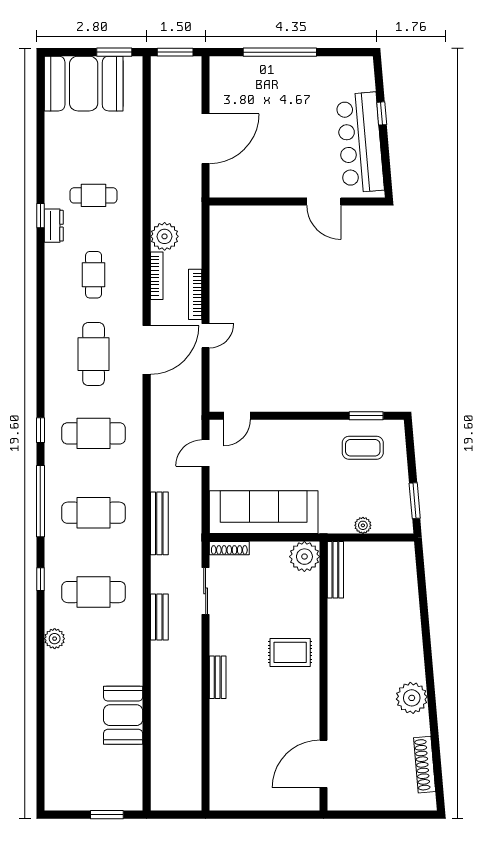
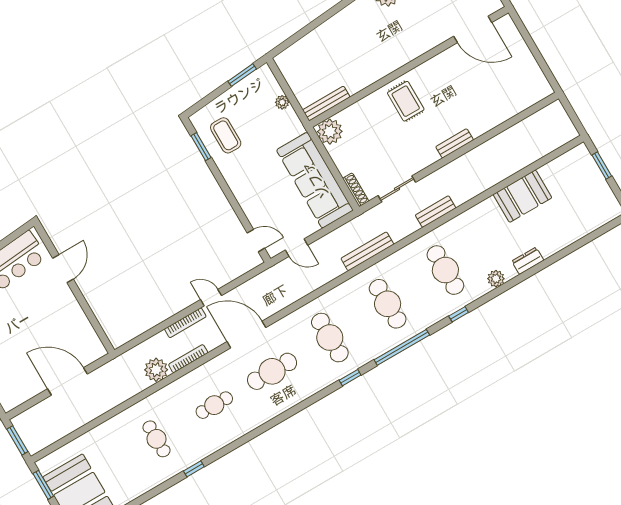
dresser: (54, 226) -> (528, 261), moved

